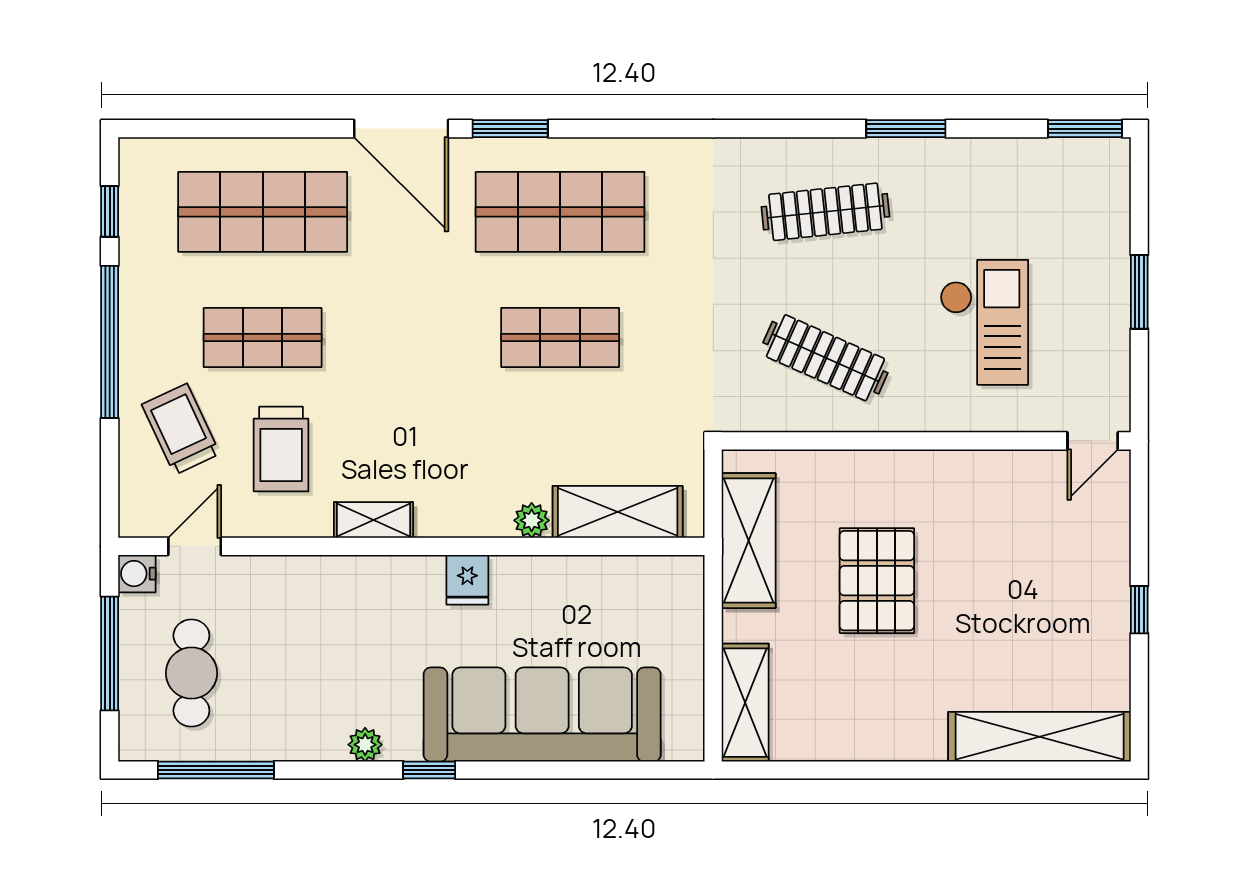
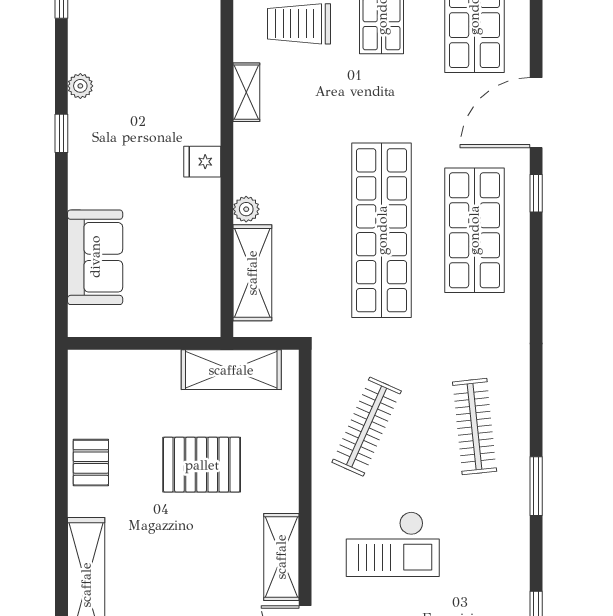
window: (510, 129) -> (536, 193), width x0.67
shop shelf: (560, 337) -> (382, 230), width x2.00, depth x1.36
shelving: (745, 703) -> (281, 557), moved, turned 90
sofa: (542, 715) -> (95, 257), width x0.54, depth x0.79
pallet: (874, 730) -> (91, 463), added

